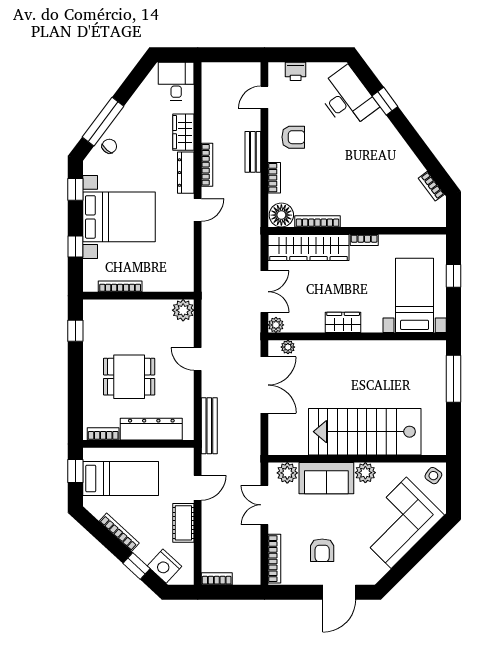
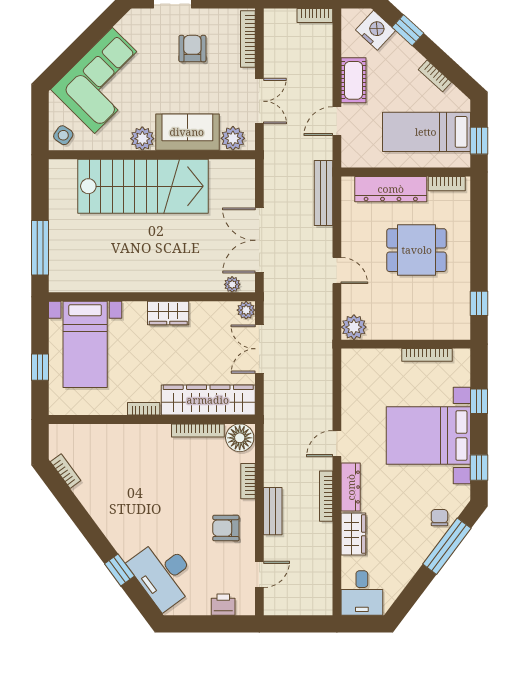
chair: (109, 146) -> (439, 518), turned 138
bookcase: (119, 532) -> (435, 76), width x0.64

